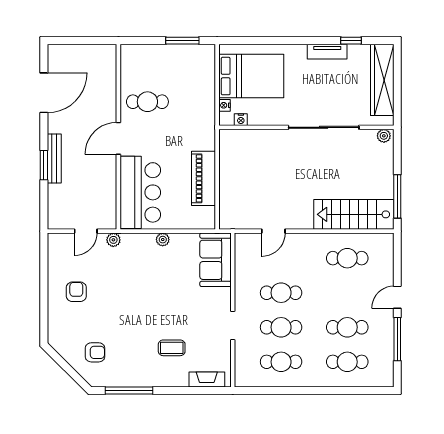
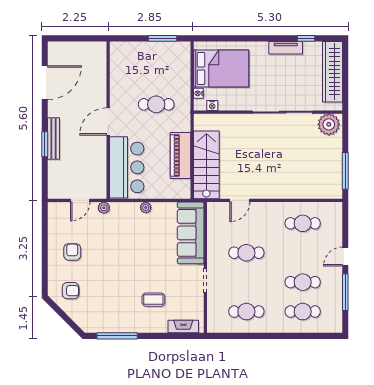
cafe table: (147, 102) -> (156, 104), moved
plant: (384, 136) -> (329, 124), width x1.88, depth x1.88
stairs: (354, 214) -> (206, 165), moved, turned 90
sofa: (215, 260) -> (191, 233), width x1.36
cafe table: (281, 327) -> (246, 282), removed
armchair: (95, 352) -> (71, 291), moved

